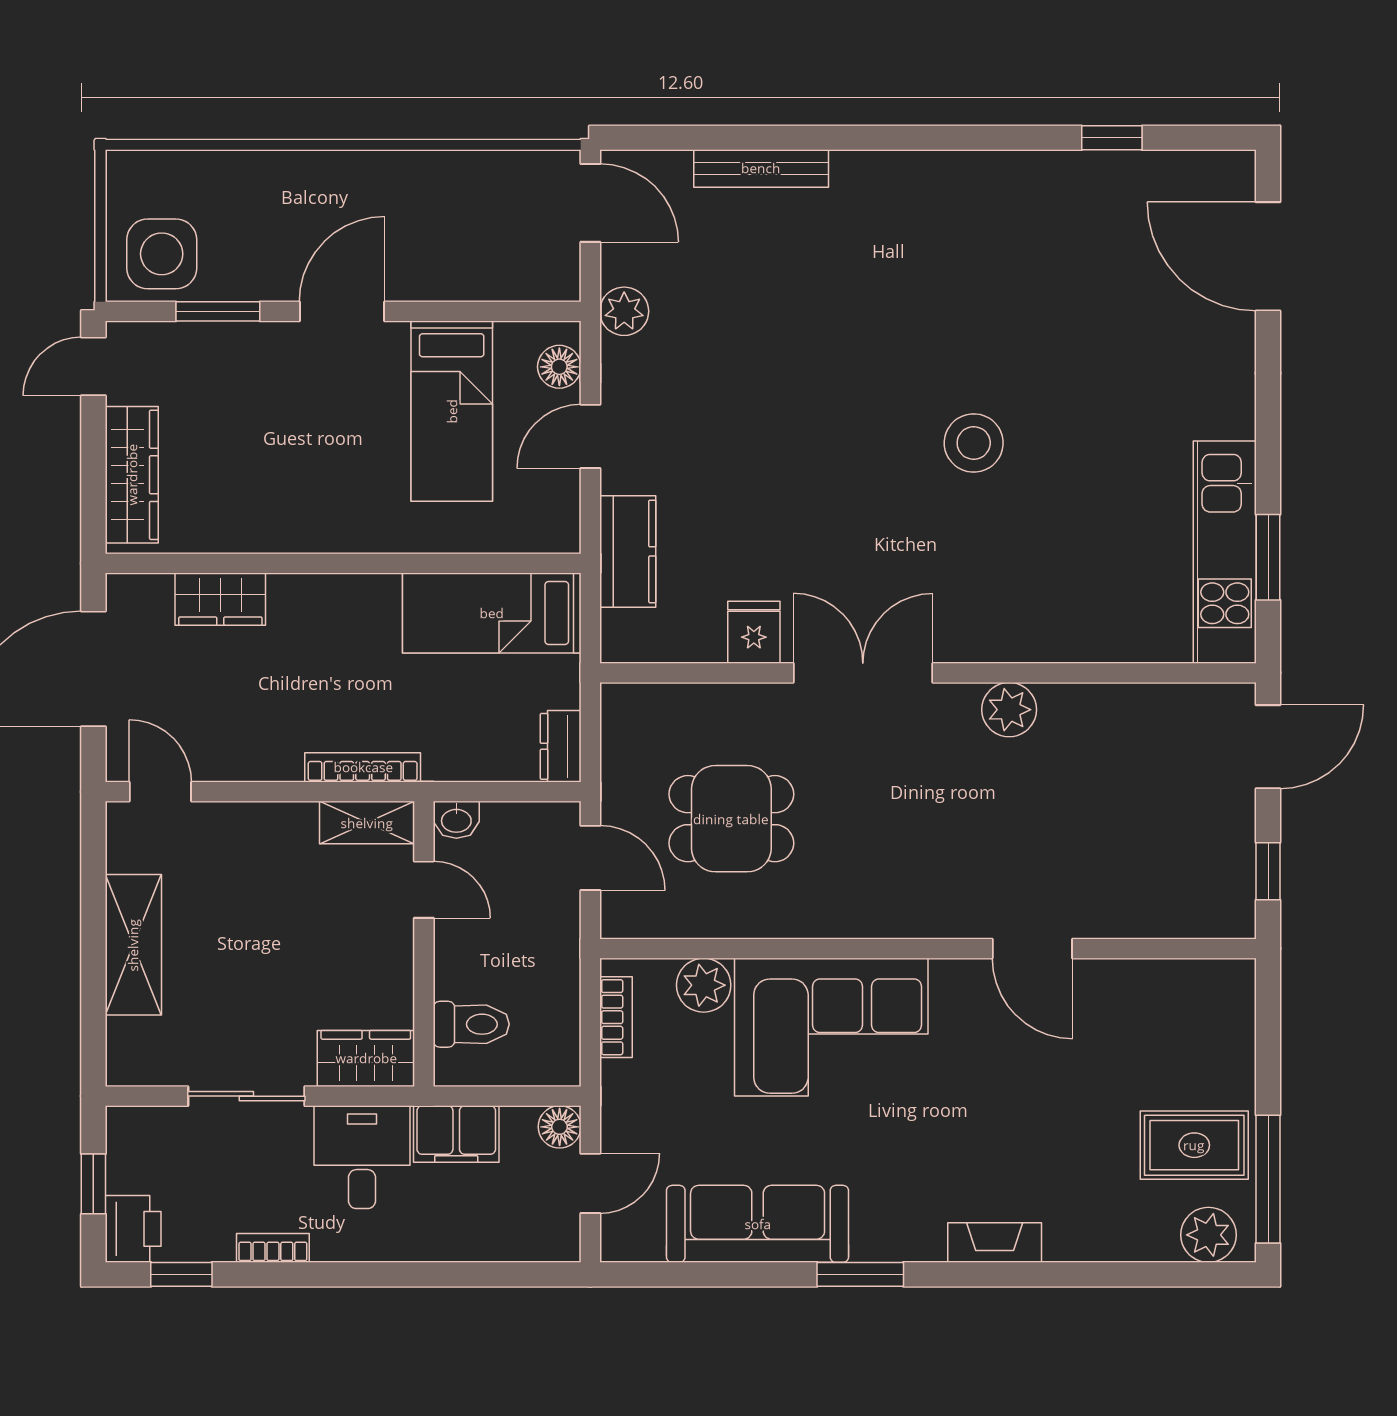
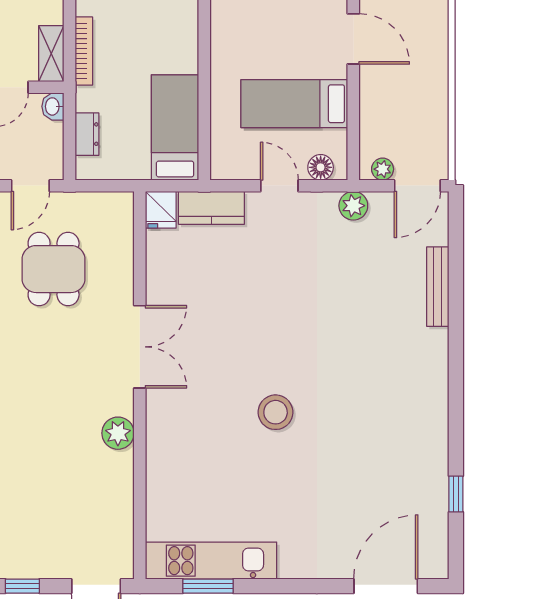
plant: (562, 262) -> (383, 169), added
fridge: (754, 632) -> (161, 210), moved, turned 90
dresser: (561, 746) -> (87, 134), moved, turned 90

